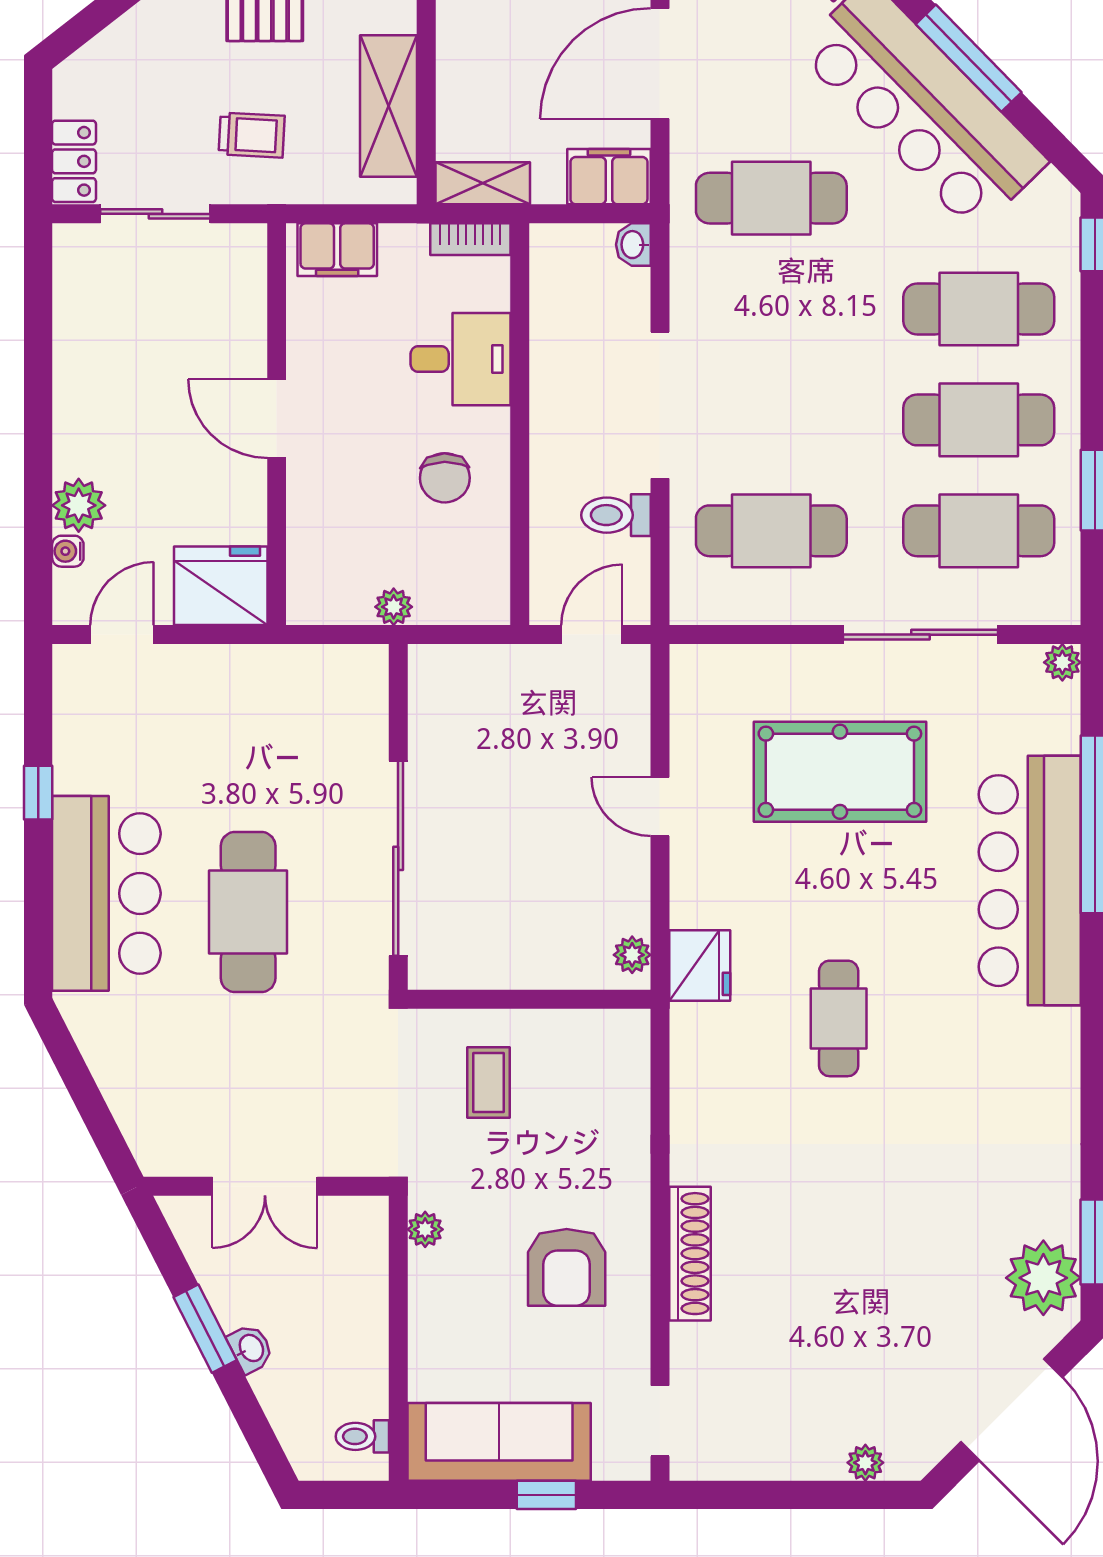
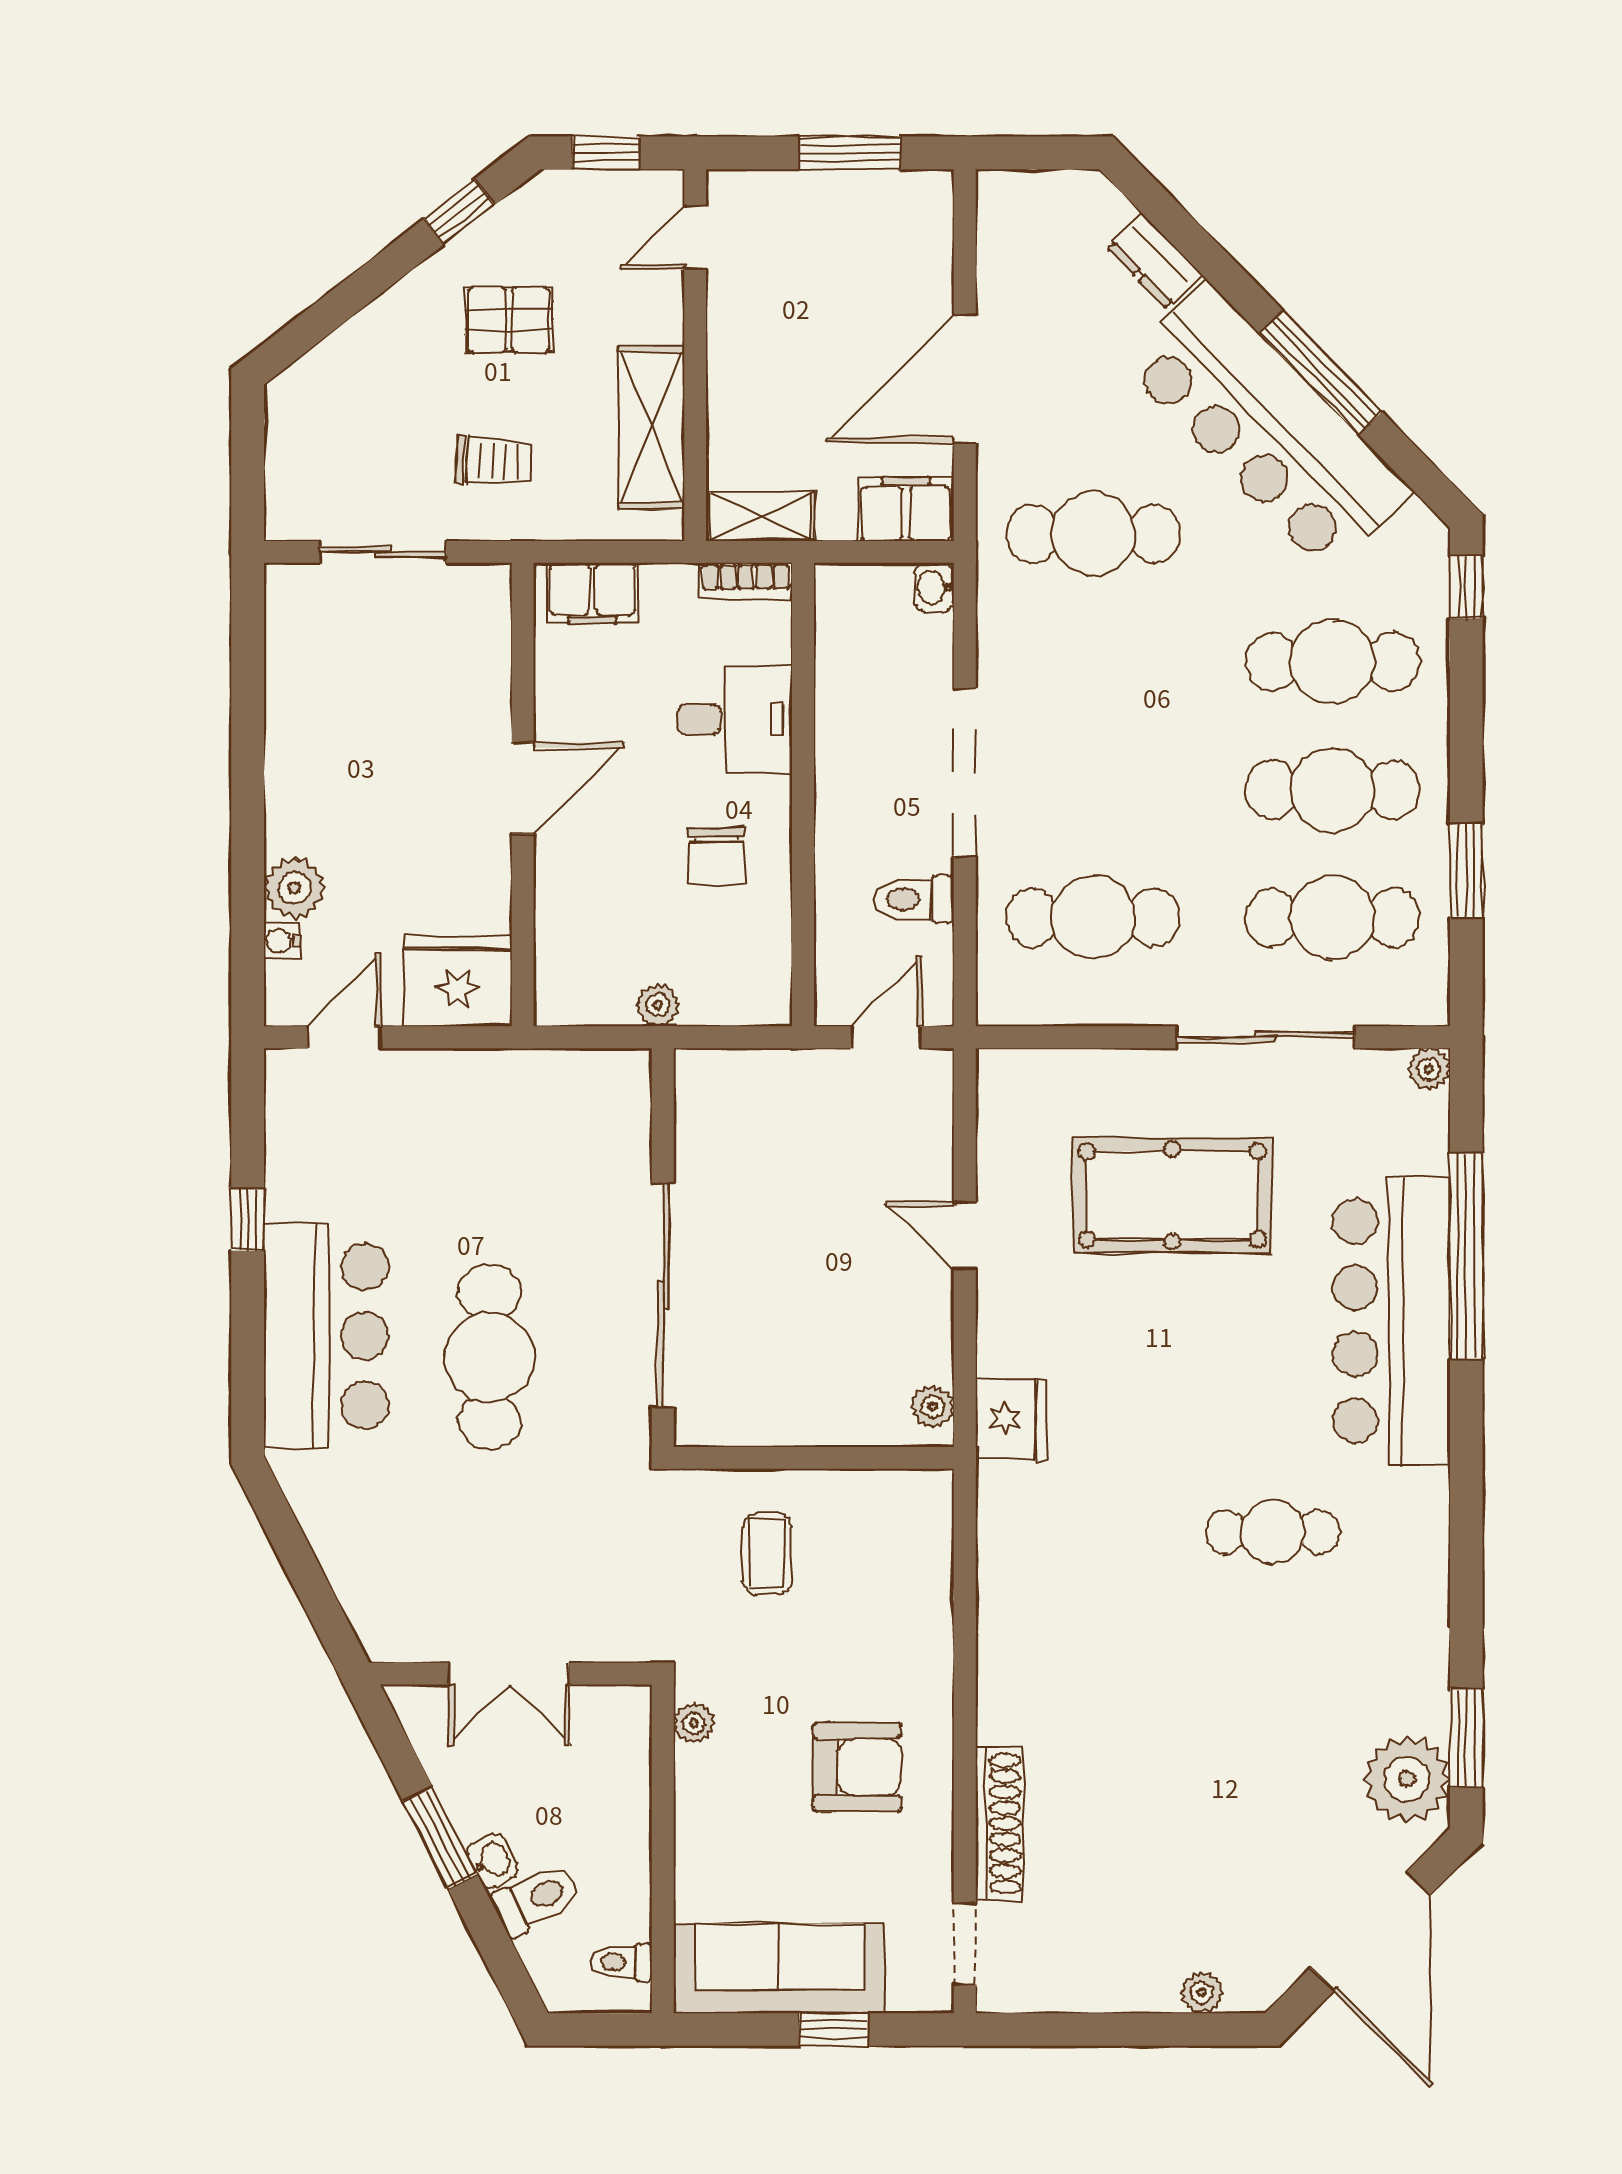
locker: (74, 161) -> (289, 491), removed
door: (277, 419) -> (523, 788), swing flipped
cafe table: (839, 1018) -> (1273, 1532), moved, turned 90
shoe rack: (690, 1254) -> (999, 1824), moved
armchair: (567, 1267) -> (857, 1767), turned -90
toilet: (288, 1382) -> (536, 1899), added

